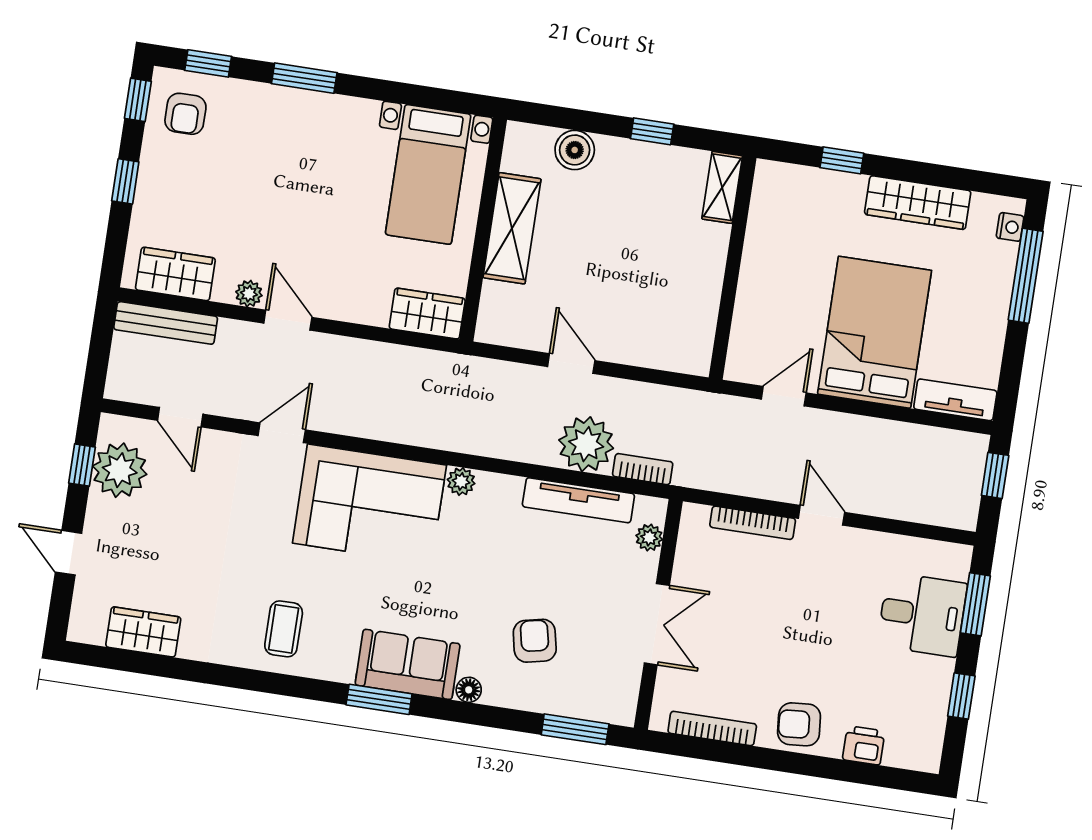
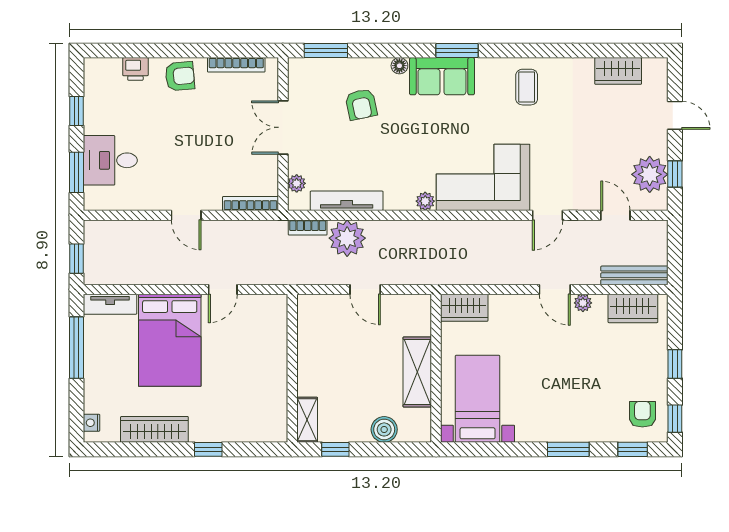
shelving: (722, 187) -> (307, 420), moved
wall: (733, 268) -> (292, 368), moved
window: (1026, 276) -> (77, 348), moved
bookcase: (753, 523) -> (250, 203), moved

